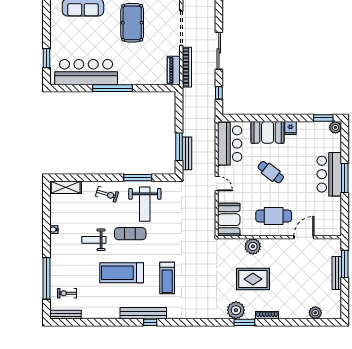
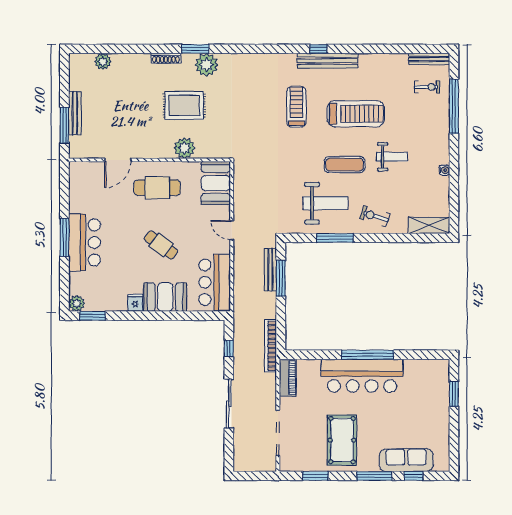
bookcase: (187, 67) -> (271, 346), moved
bar counter: (86, 72) -> (362, 376), moved
weight bench: (145, 204) -> (325, 203), turned 90

